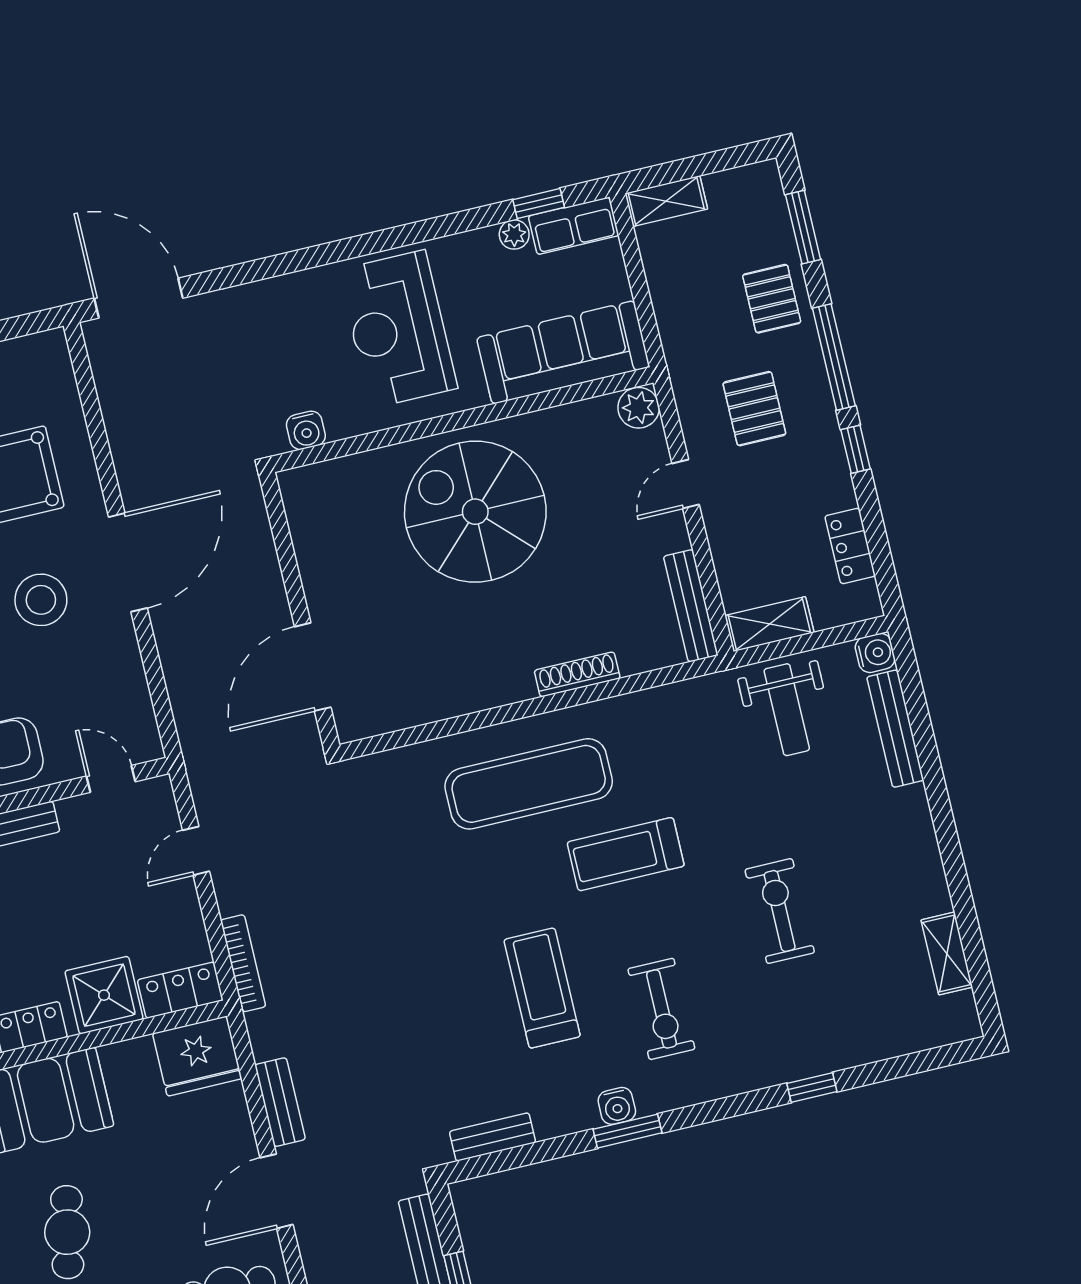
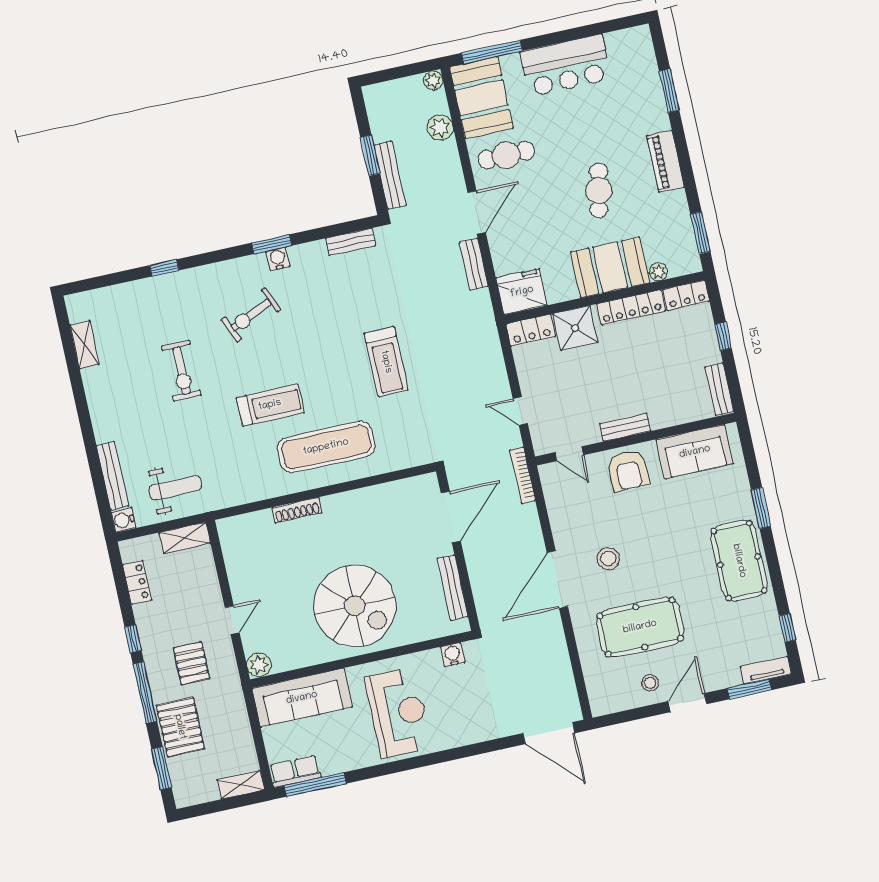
window: (539, 203) -> (315, 785), width x2.17
plant: (514, 234) -> (330, 767), removed
pallet: (772, 299) -> (180, 727), width x1.50, depth x1.42
stool: (41, 600) -> (608, 559), width x0.73, depth x0.73
bench: (691, 606) -> (453, 588), moved
weight bench: (787, 710) -> (175, 488), turned 90
door: (196, 851) -> (520, 411), swing flipped
bookcase: (243, 963) -> (523, 475), moved
treadmill: (542, 988) -> (386, 362), moved
exercise bike: (661, 1009) -> (251, 315), turned -114

